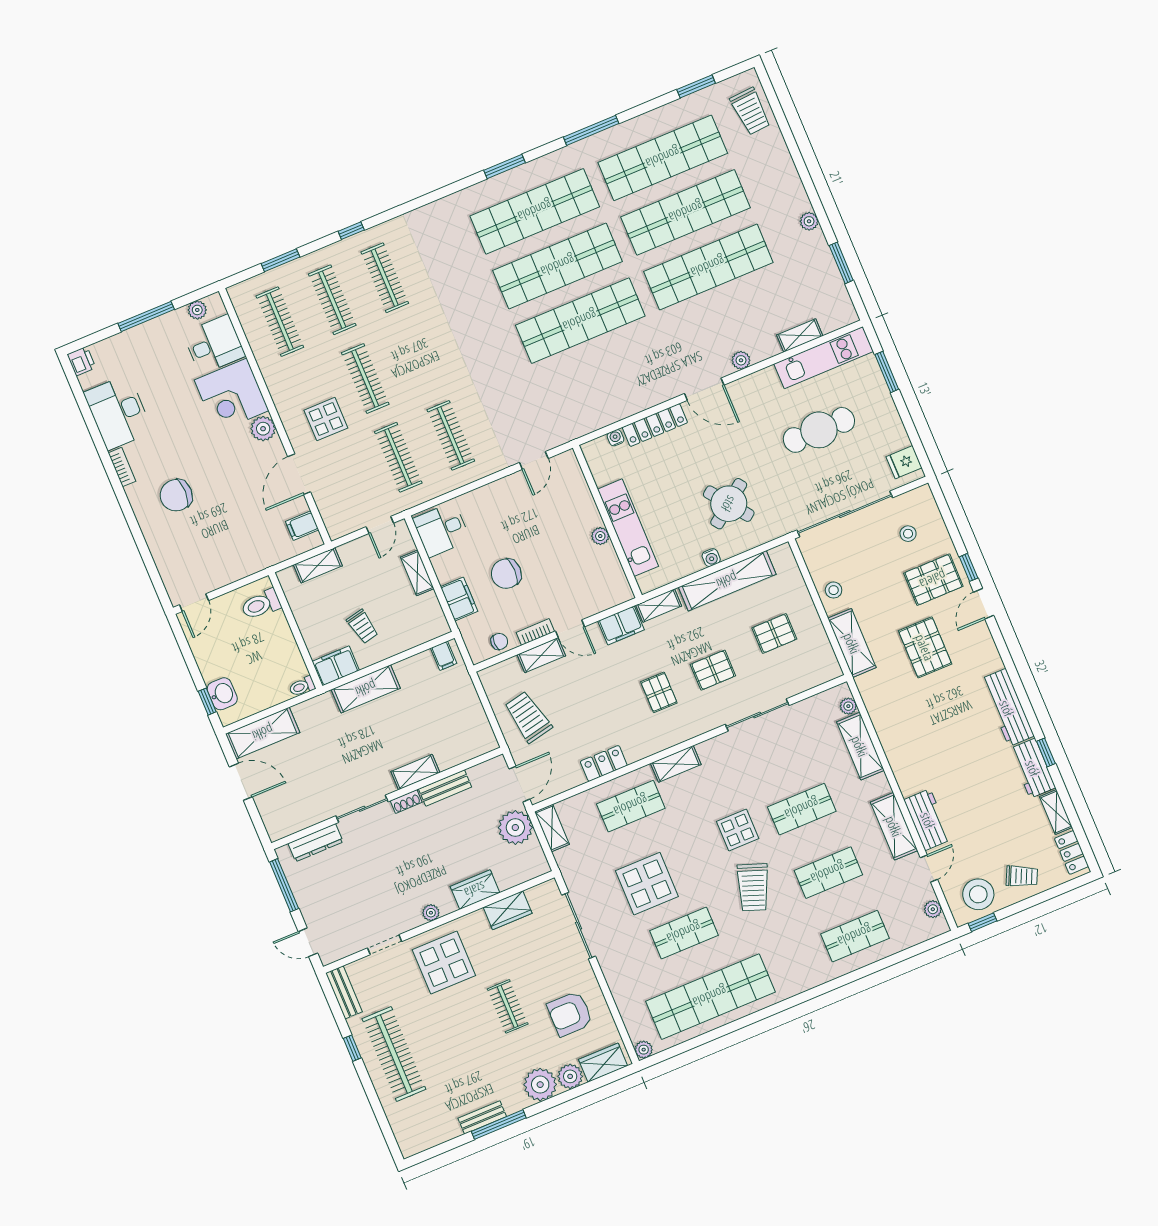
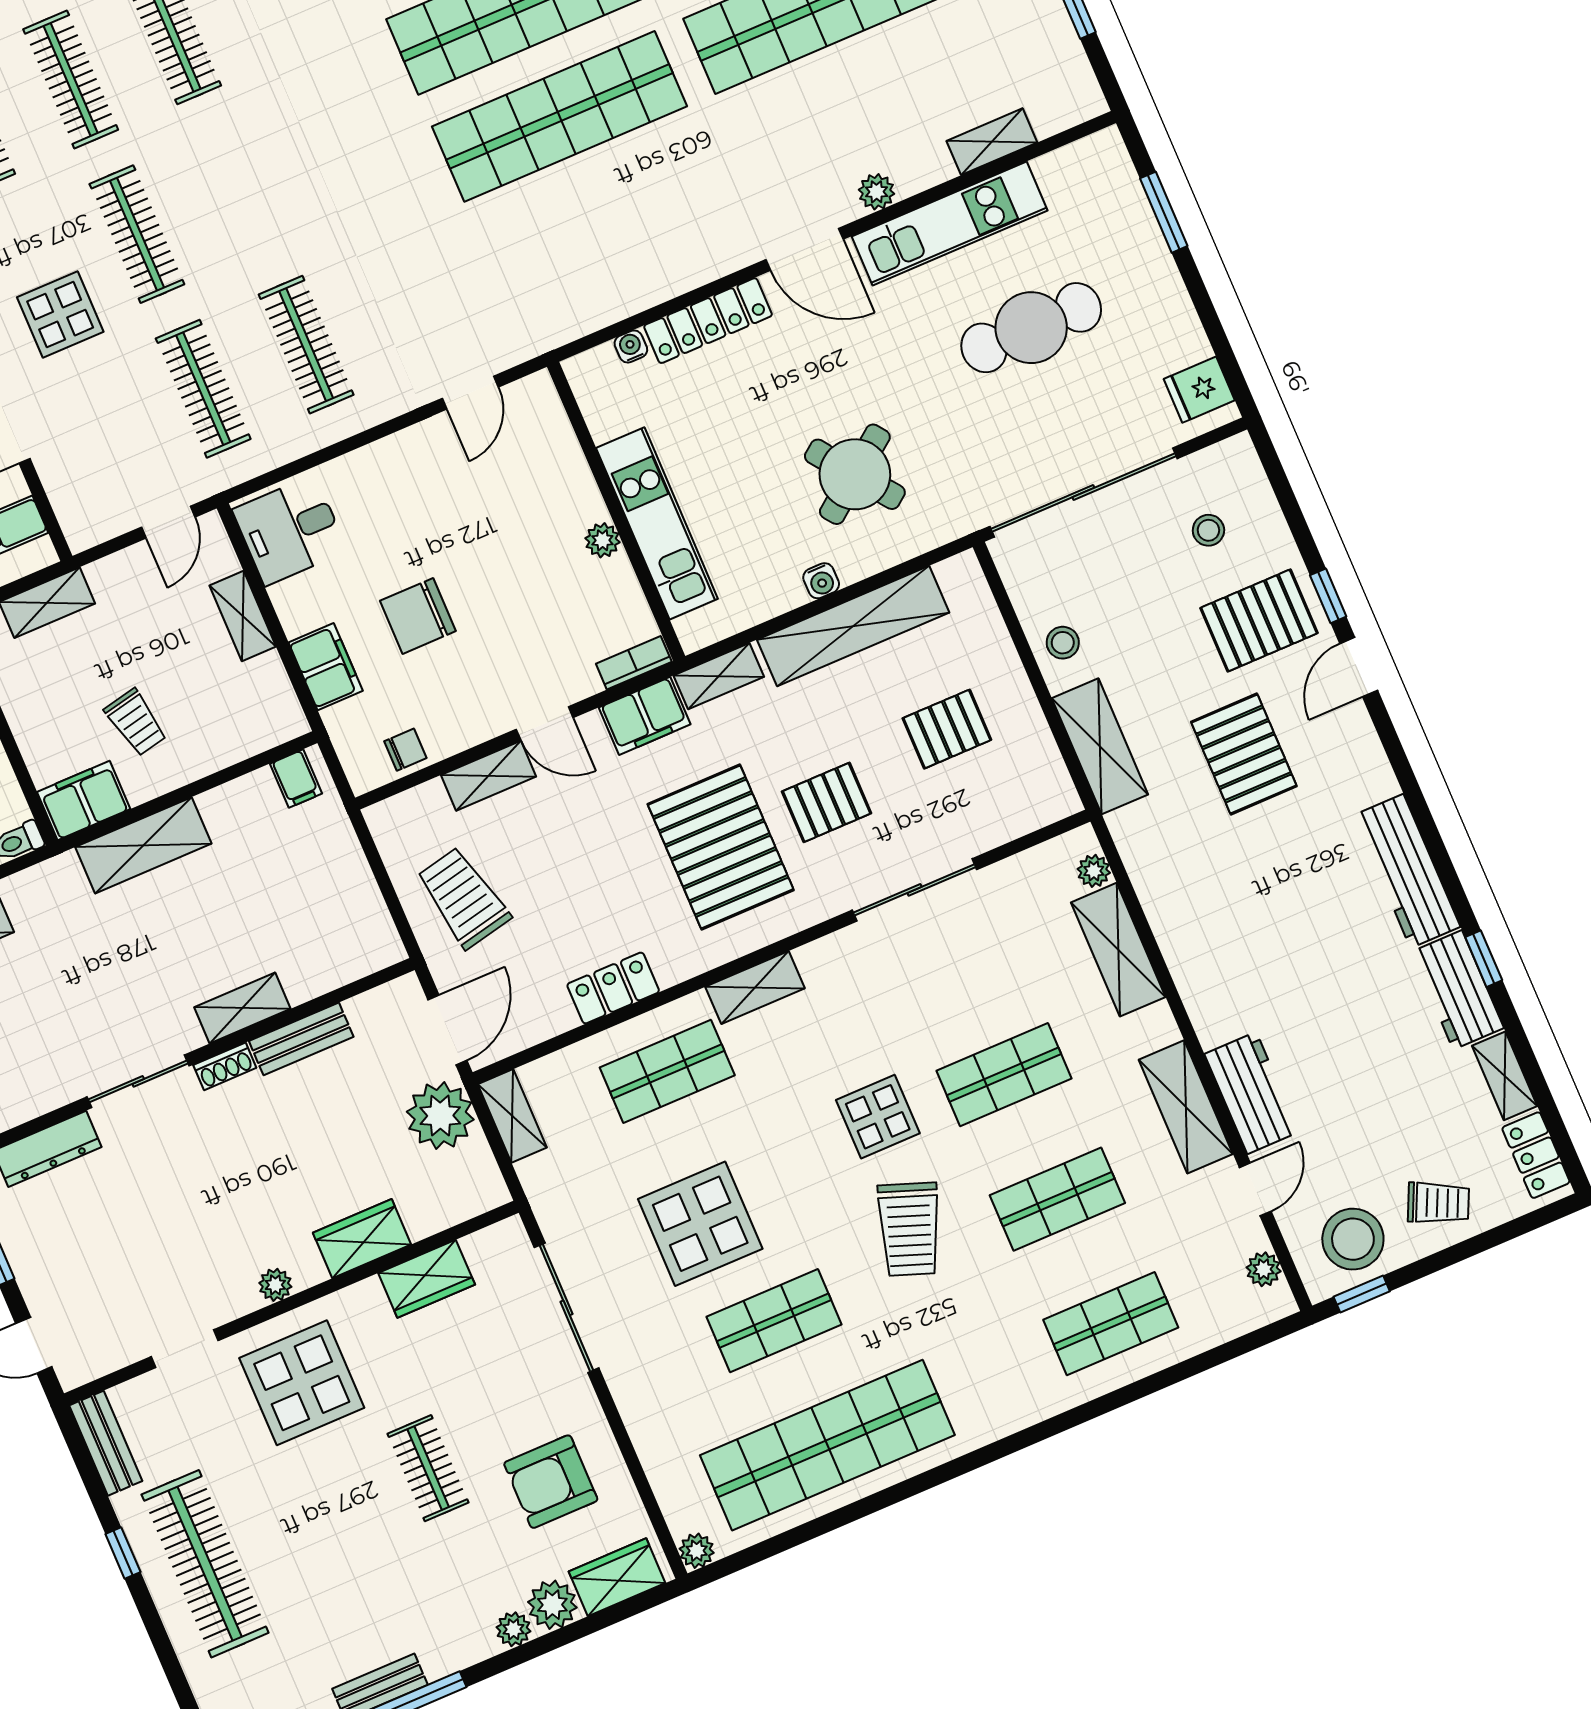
kitchen unit: (824, 358) -> (950, 223), moved
bookcase: (535, 632) -> (634, 663), moved
pallet: (659, 692) -> (721, 847), width x2.05, depth x2.00
plant: (540, 1085) -> (514, 1629), width x0.53, depth x0.53

